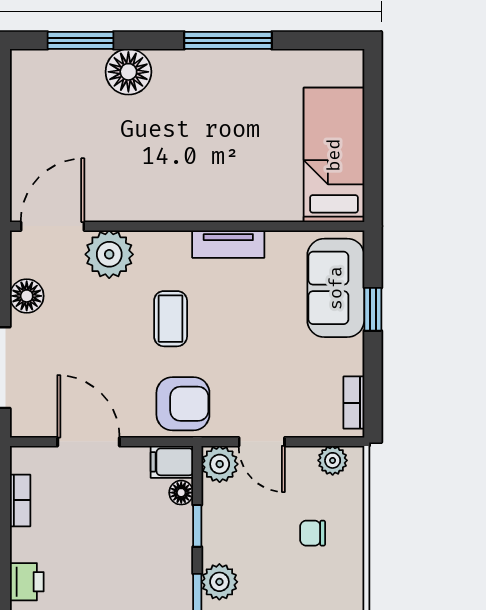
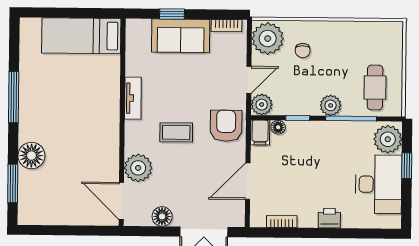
sofa: (336, 288) -> (181, 36), moved
plant: (333, 460) -> (268, 39), width x1.88, depth x1.88

